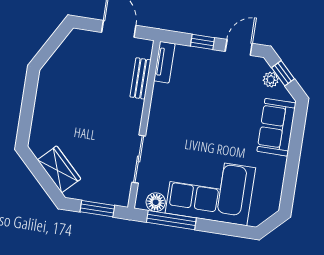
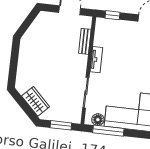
window: (202, 42) -> (113, 15), moved
tv unit: (164, 62) -> (96, 60), moved

